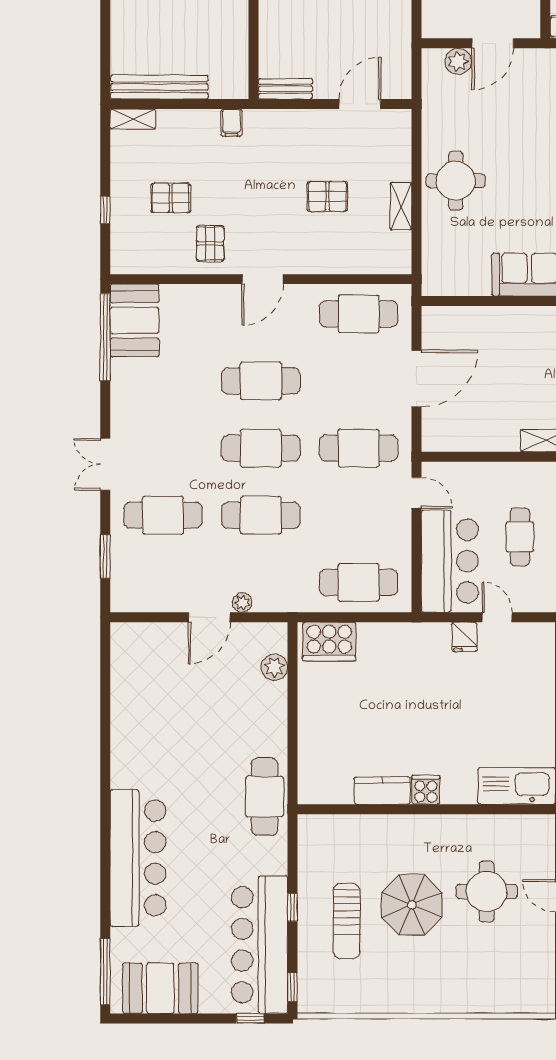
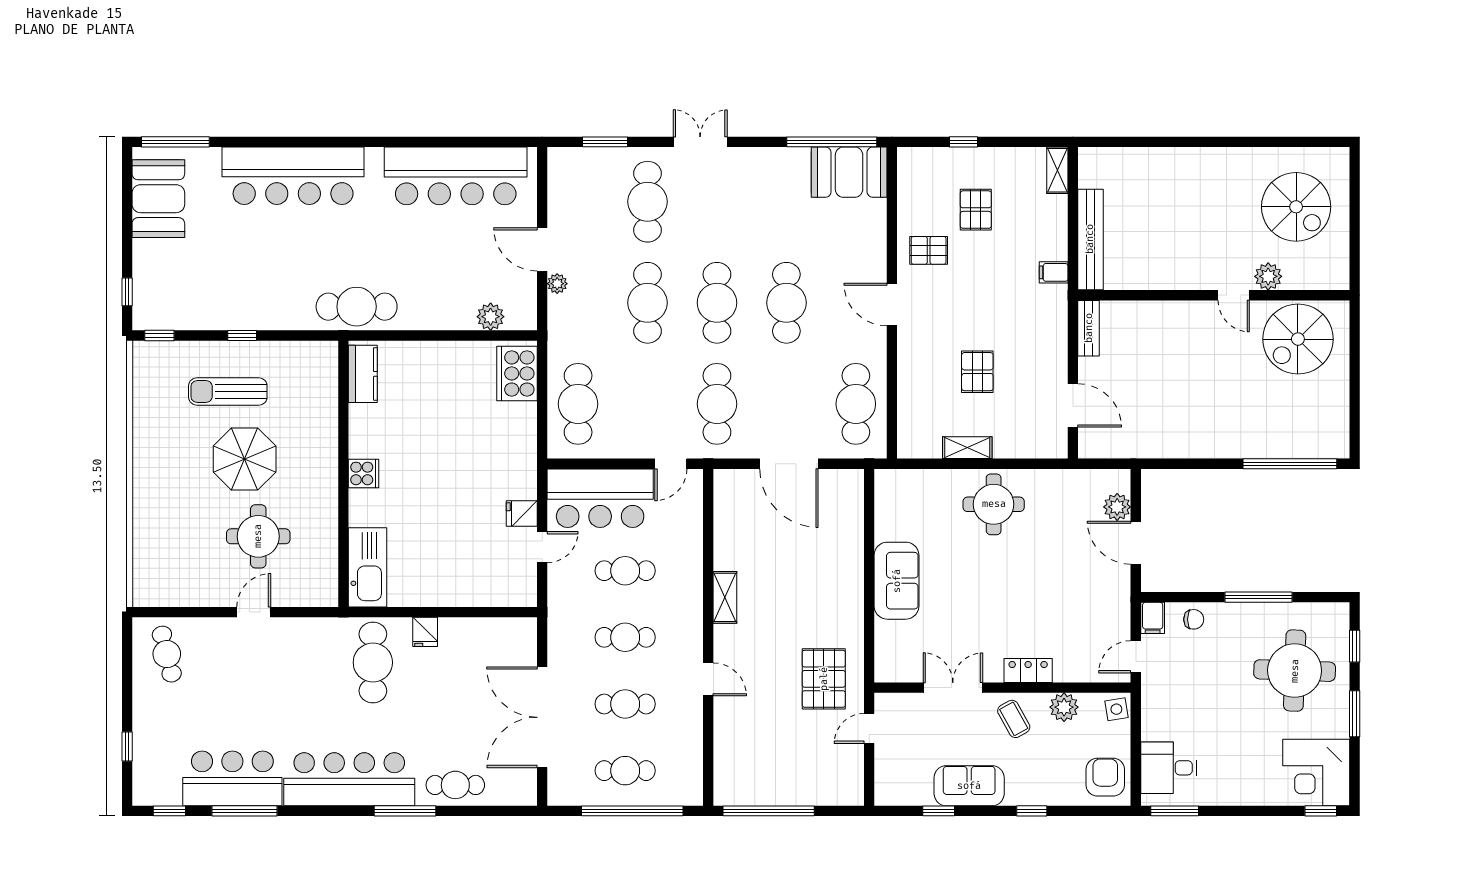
bench: (159, 87) -> (1090, 239), moved
kitchen counter: (382, 791) -> (363, 374), moved
bar counter: (260, 945) -> (456, 176), moved, turned 180

